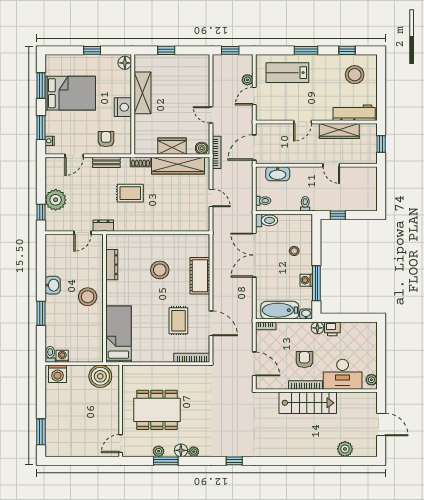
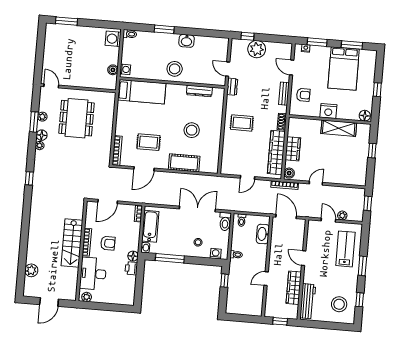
rug: (130, 193) -> (242, 123), moved, turned 90
washing machine: (306, 280) -> (216, 254), moved
washing machine: (62, 356) -> (125, 69), moved
boiler: (100, 376) -> (113, 70), width x0.54, depth x0.54

